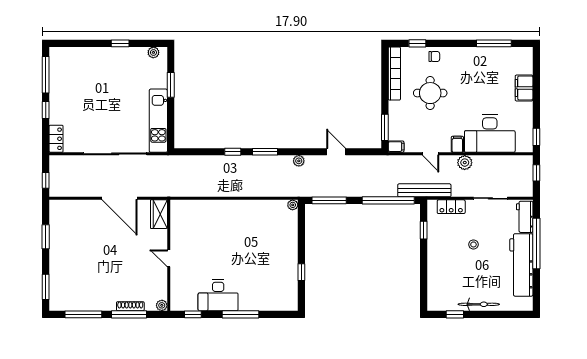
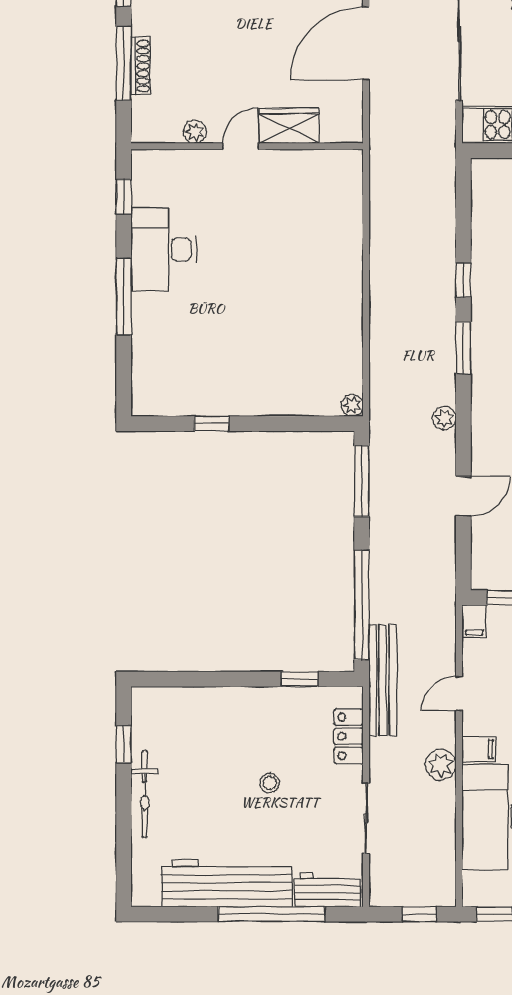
wardrobe: (159, 214) -> (289, 126), moved
plant: (162, 305) -> (195, 132), moved

